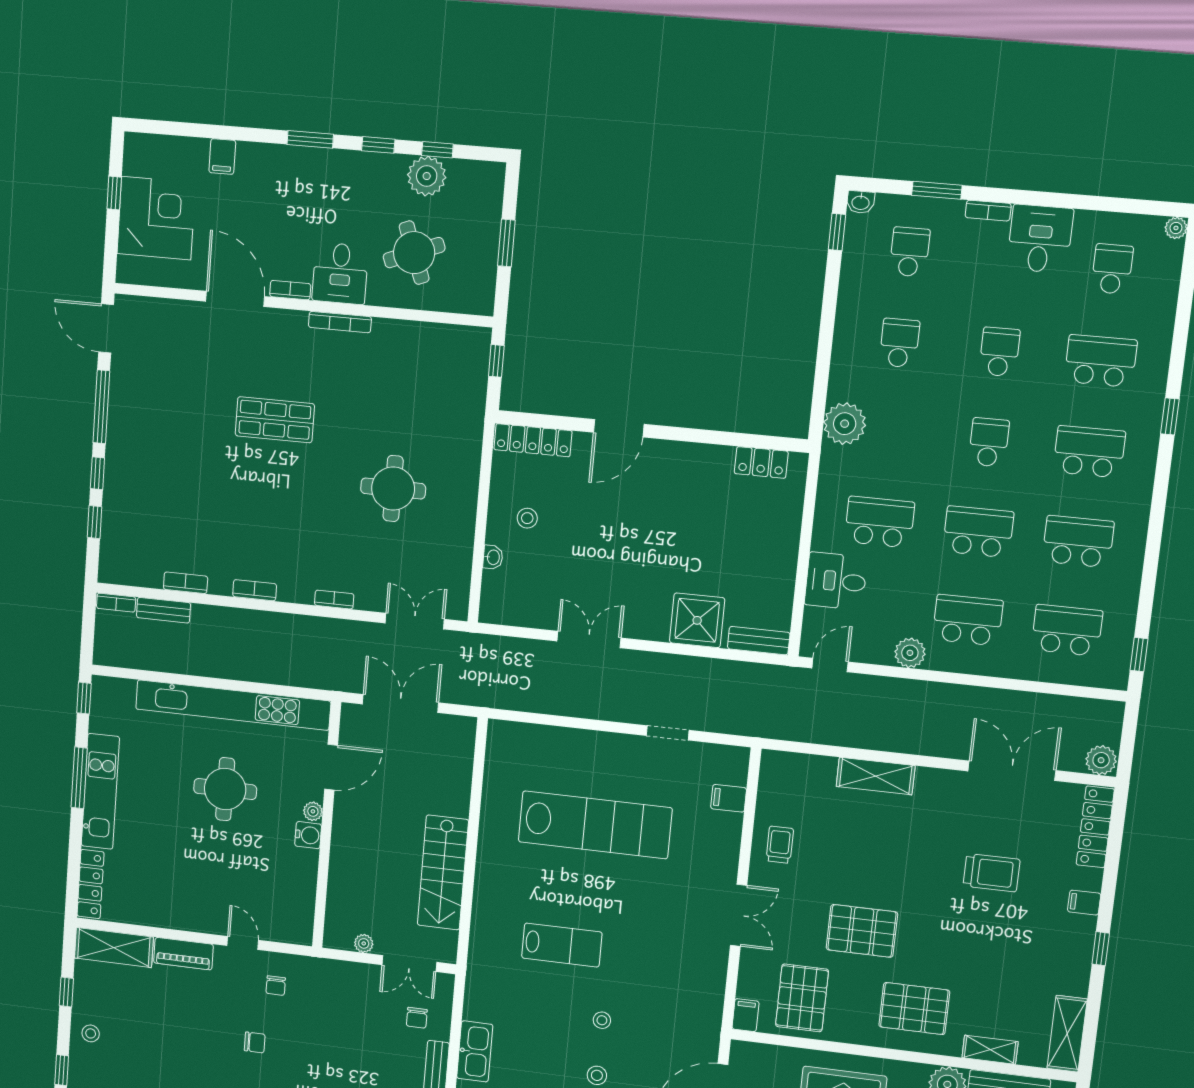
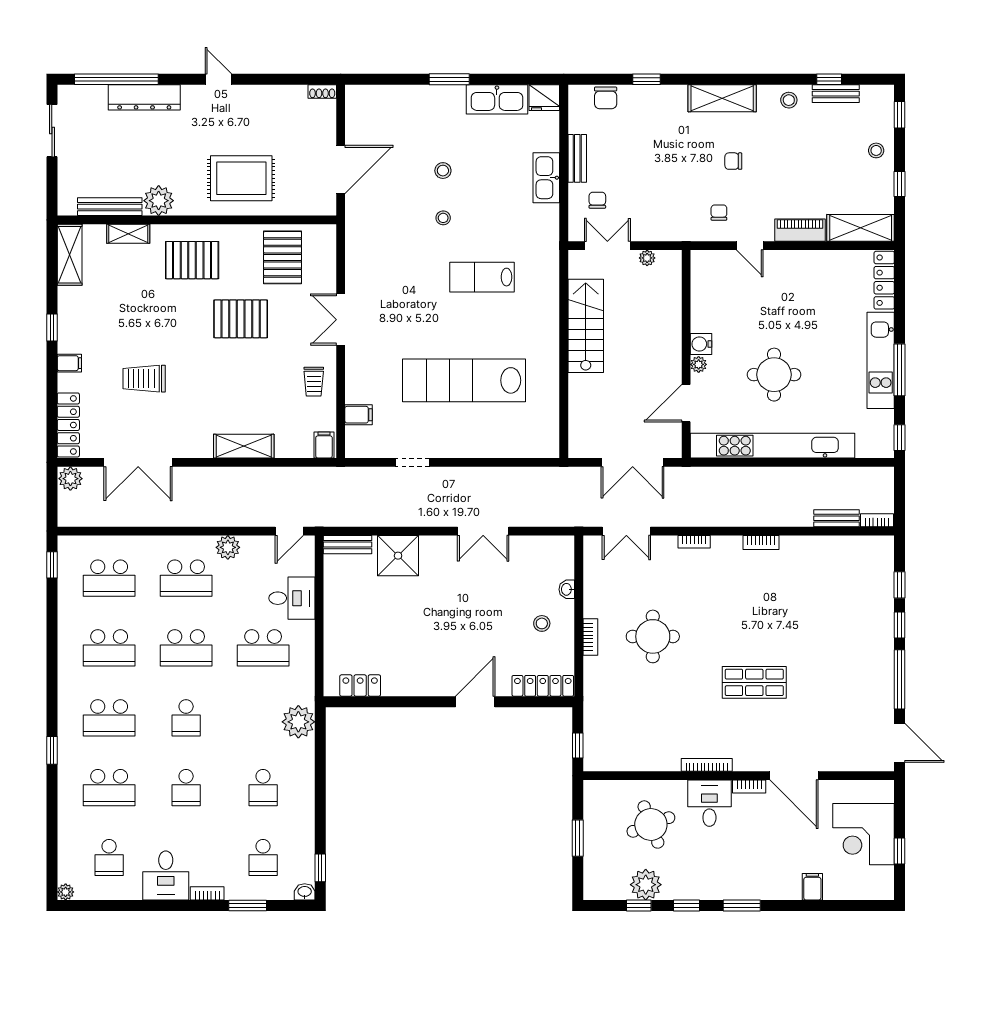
bookcase: (186, 583) -> (590, 637), moved, turned -90
filing cabinet: (746, 1015) -> (324, 445), moved, turned 180

